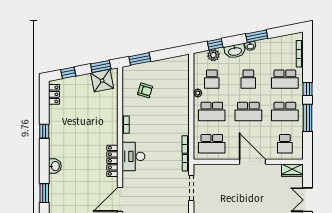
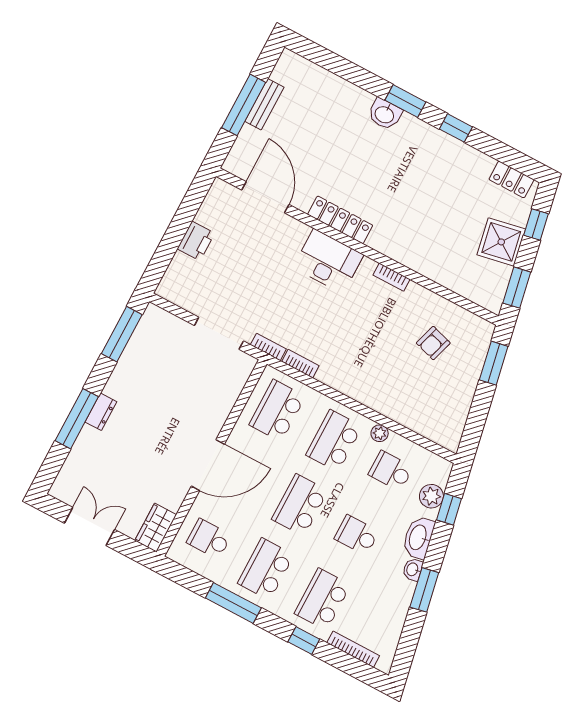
shower: (102, 81) -> (501, 242), moved
window: (308, 89) -> (304, 640), moved
window: (44, 193) -> (405, 101), moved

